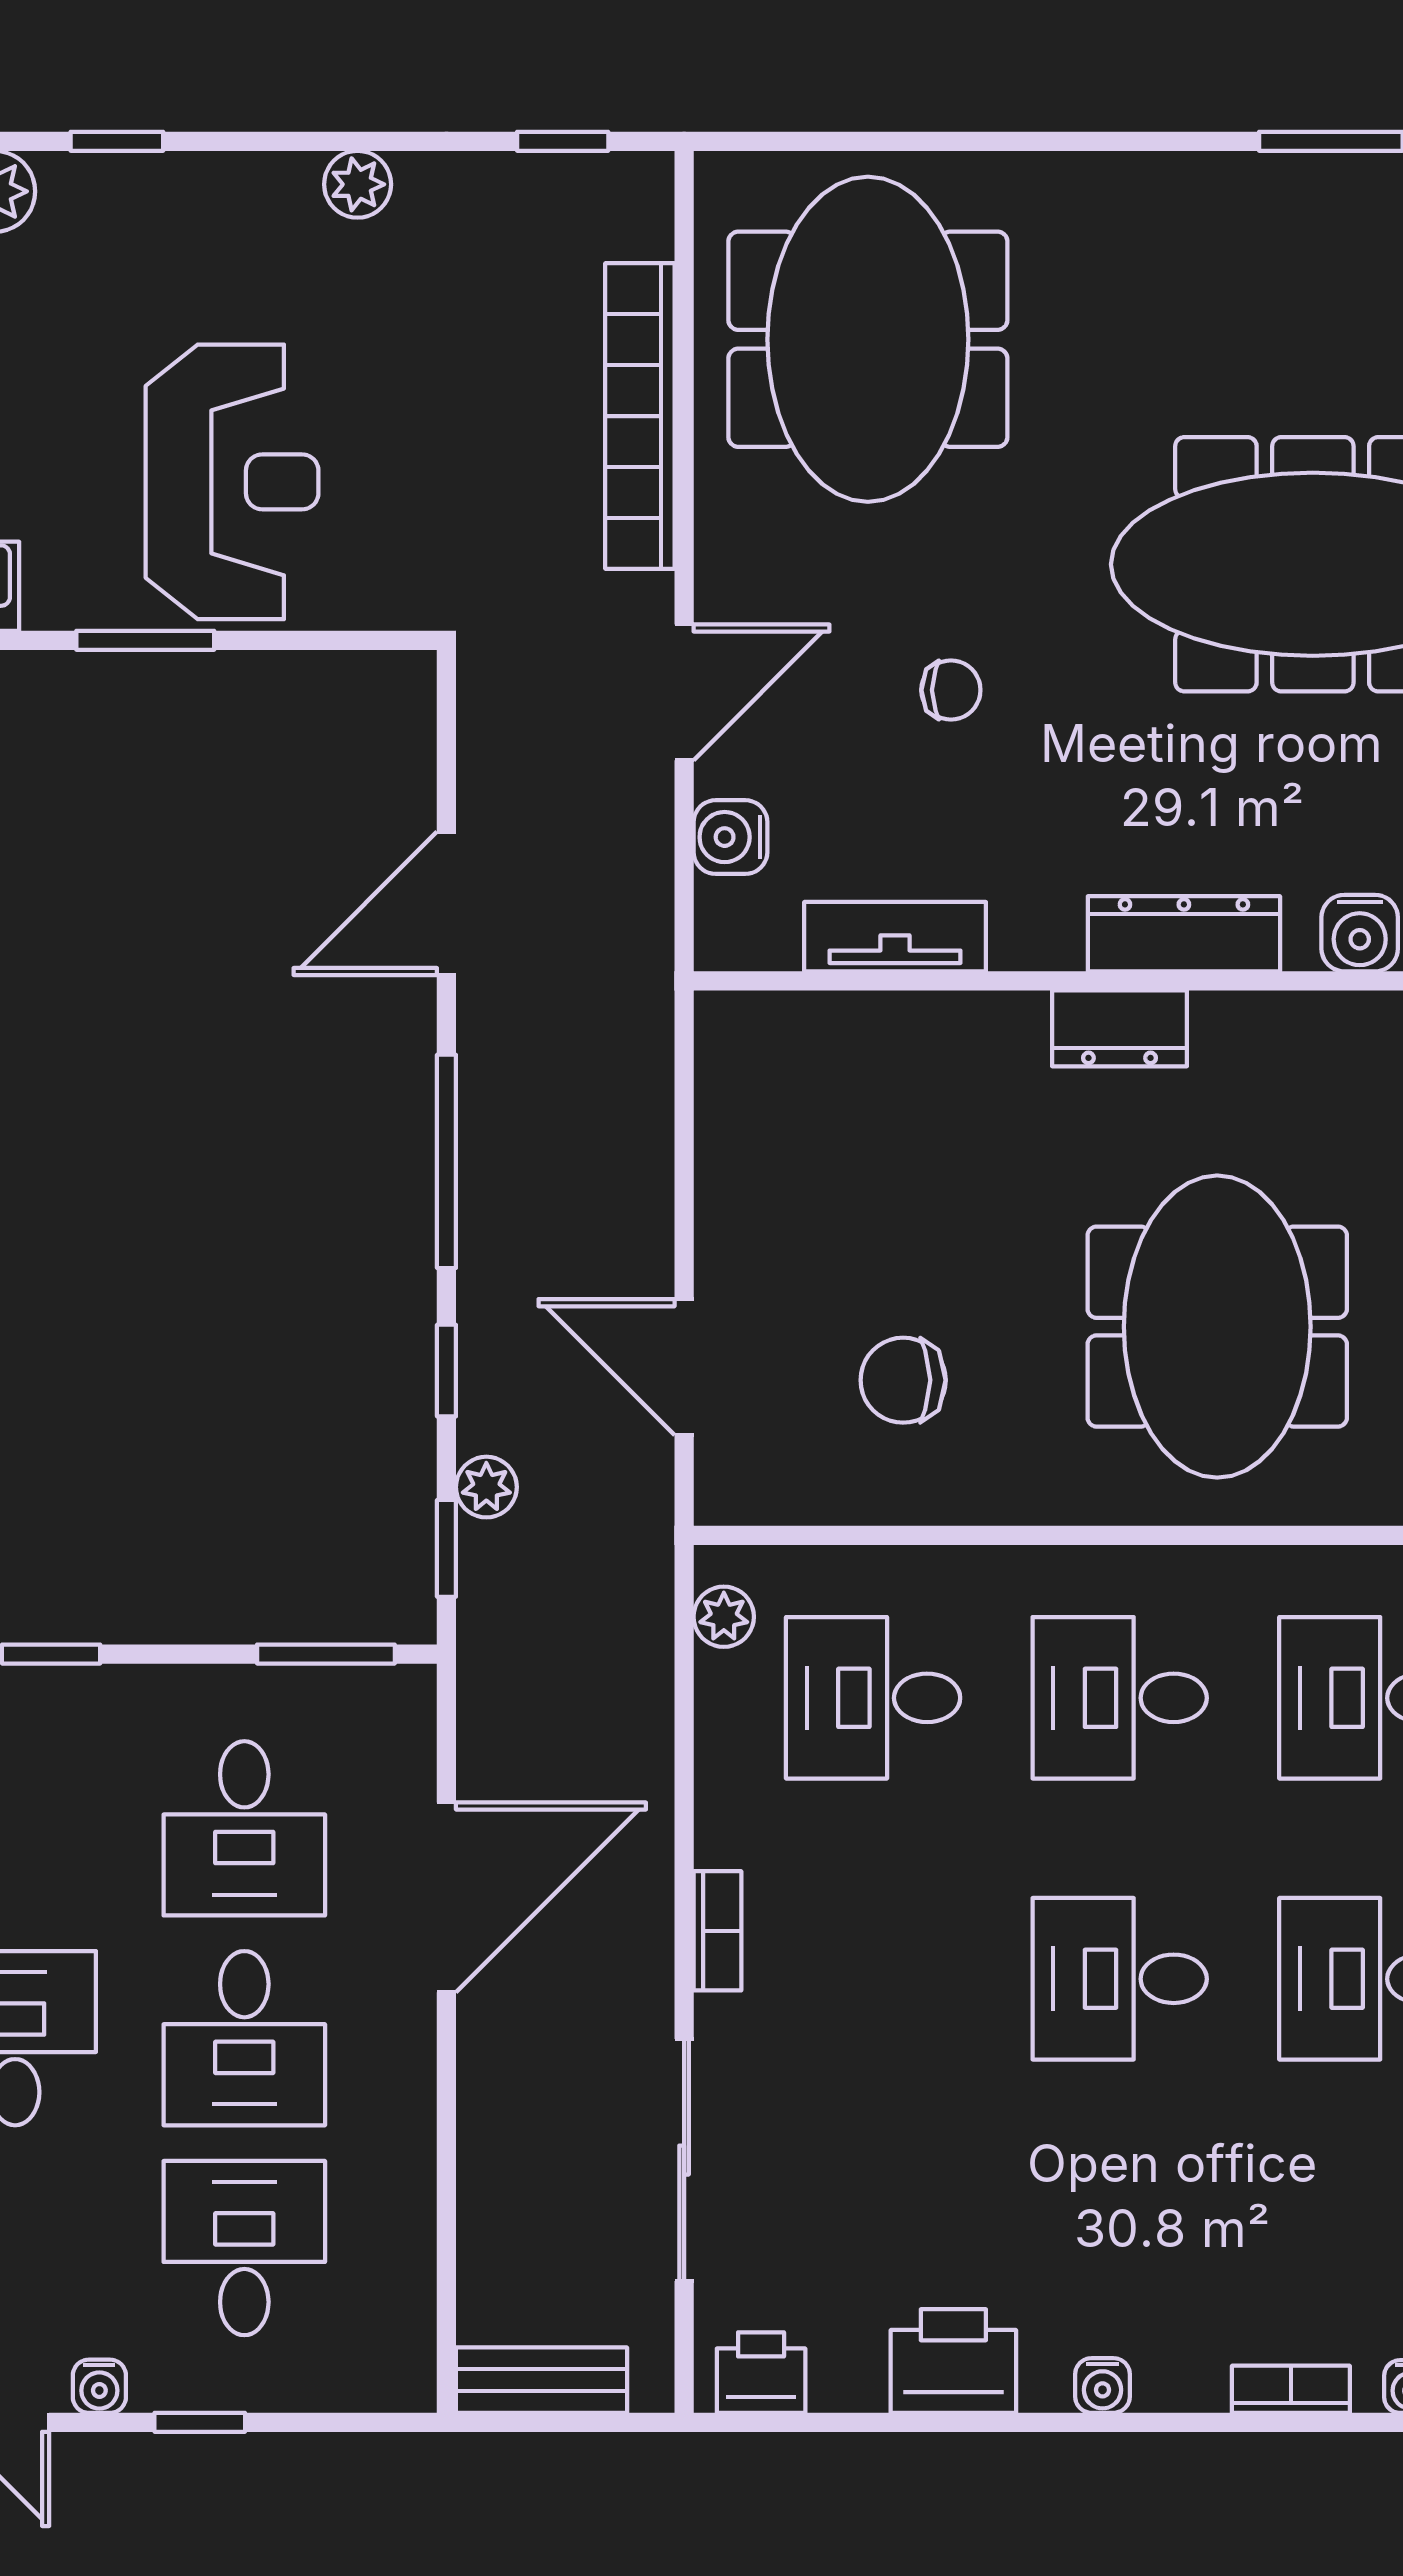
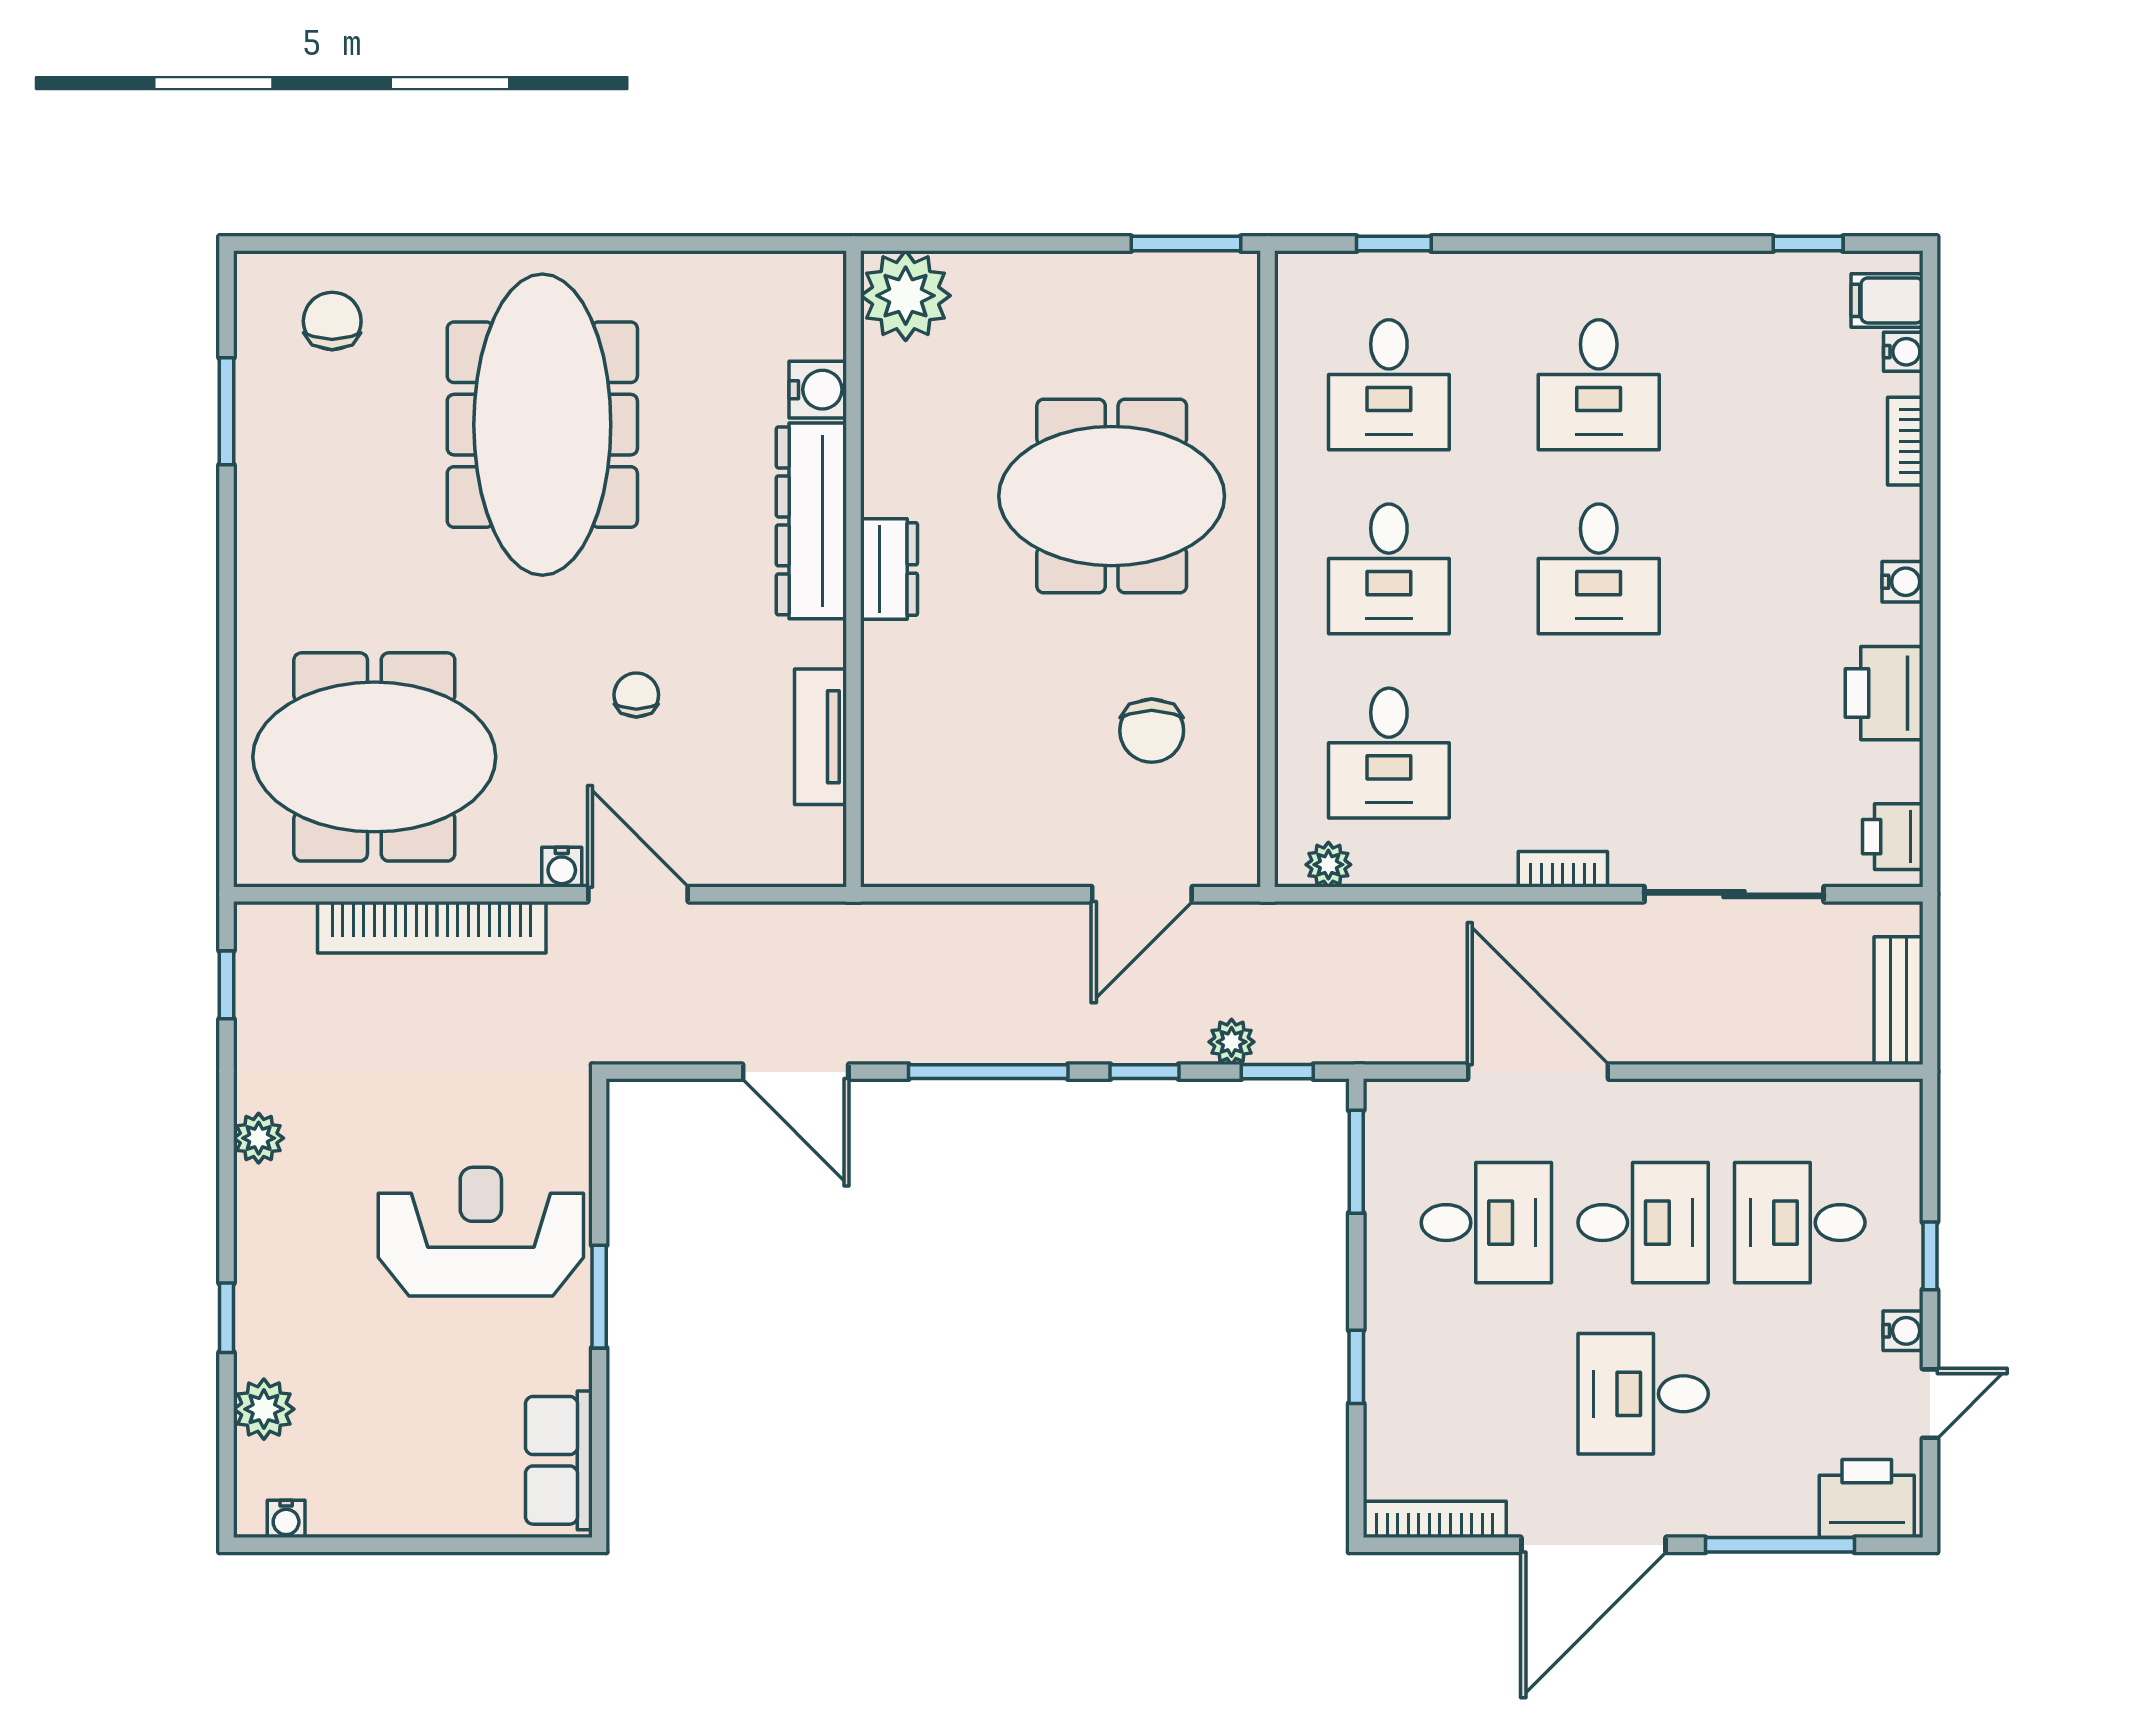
water cooler: (730, 837) -> (562, 867), moved, width x0.72, depth x0.72
dresser: (1184, 934) -> (811, 521), width x1.37, depth x1.24

